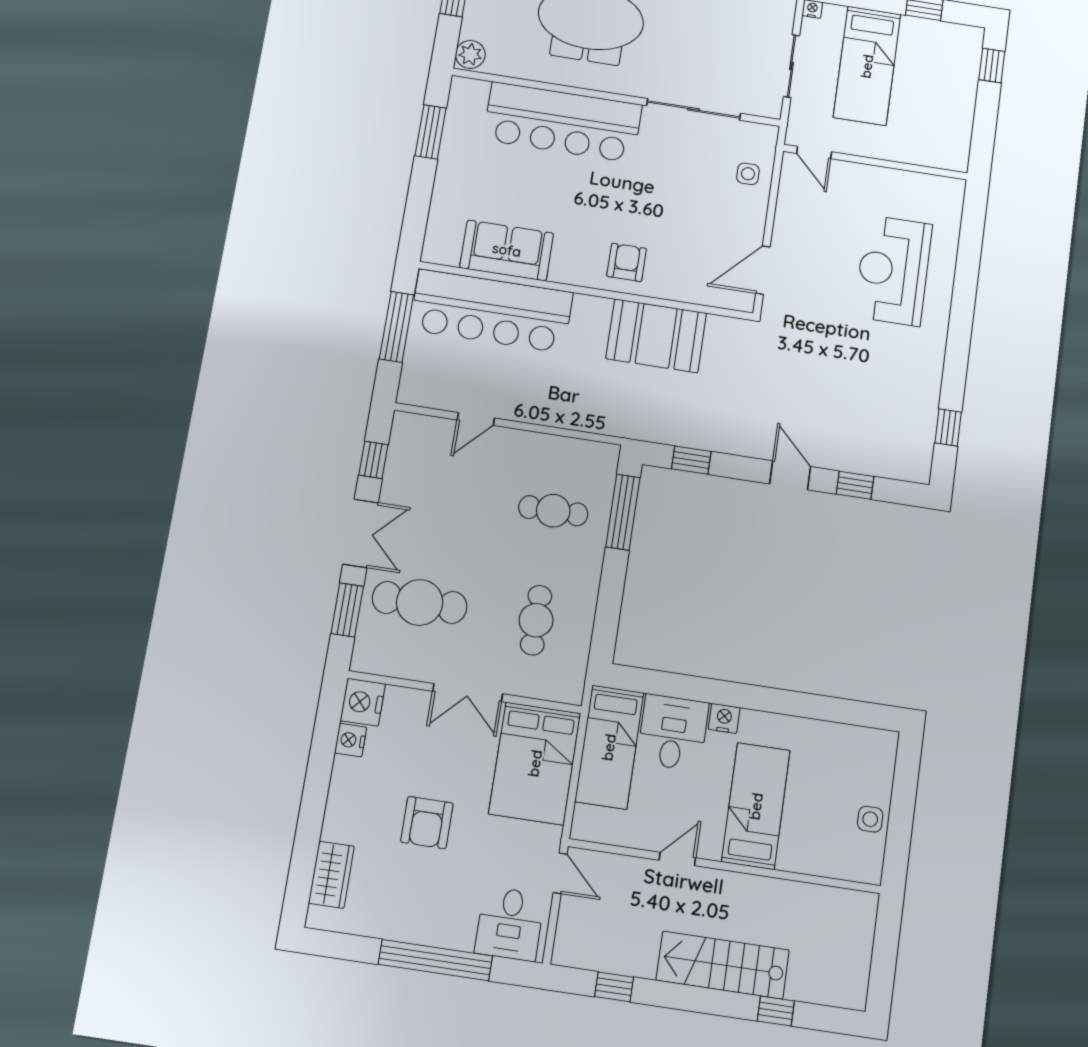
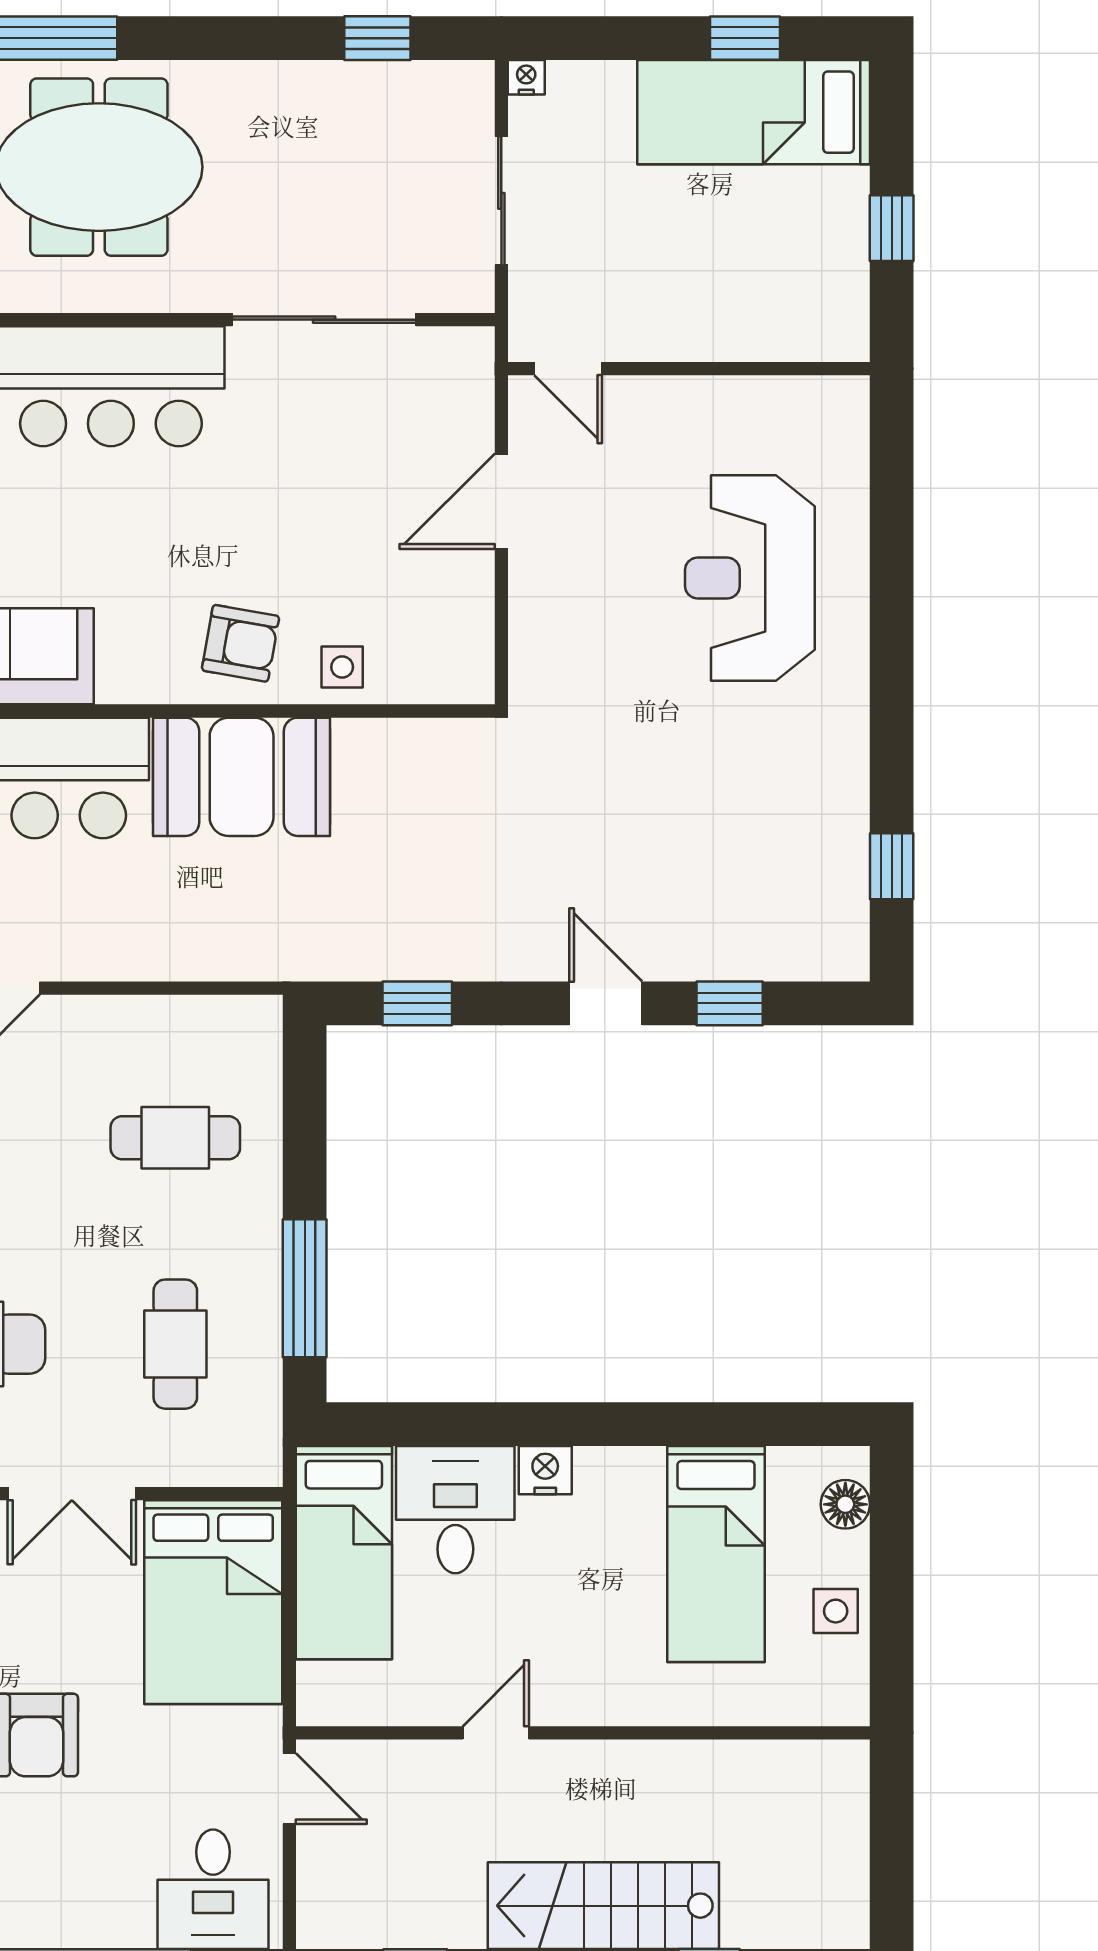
window: (992, 65) -> (892, 228), moved
bed: (867, 66) -> (754, 112), moved, turned 90
side table: (748, 174) -> (342, 667), moved
armchair: (627, 262) -> (240, 643), turned 100
door: (763, 270) -> (501, 501), moved
booth: (656, 336) -> (242, 777), moved
window: (623, 512) -> (305, 1288), moved
floor lamp: (883, 761) -> (845, 1504), added
bed: (756, 806) -> (716, 1554), moved, turned 180

